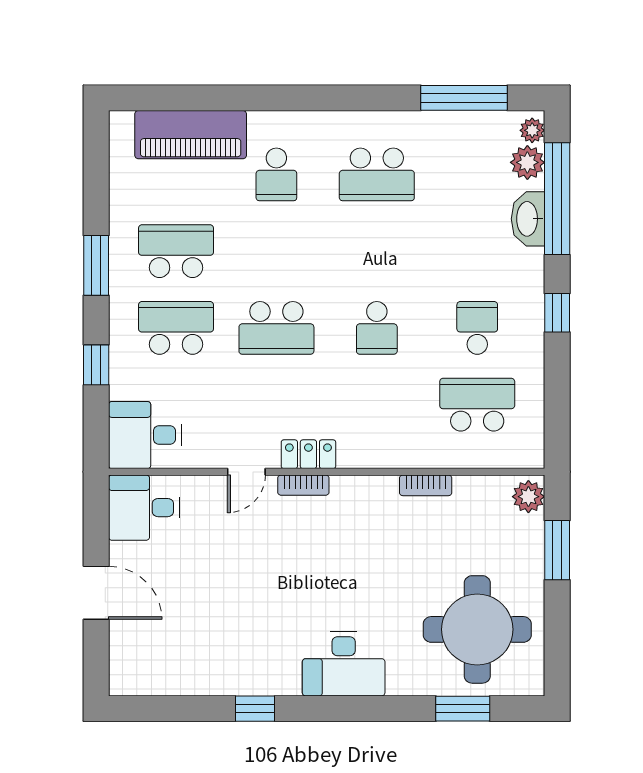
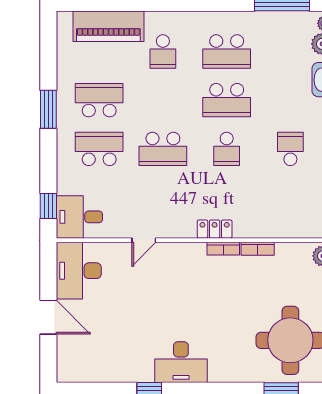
window: (96, 365) -> (48, 206), moved
school desk: (477, 405) -> (227, 100), moved, turned 180
locker: (308, 454) -> (215, 229), moved
bookcase: (303, 485) -> (223, 249), moved
desk: (144, 508) -> (79, 271), width x1.37
desk: (344, 664) -> (181, 362), moved

